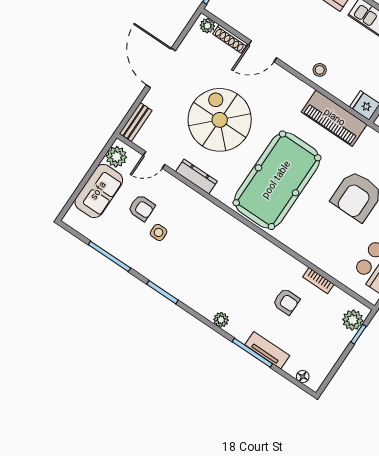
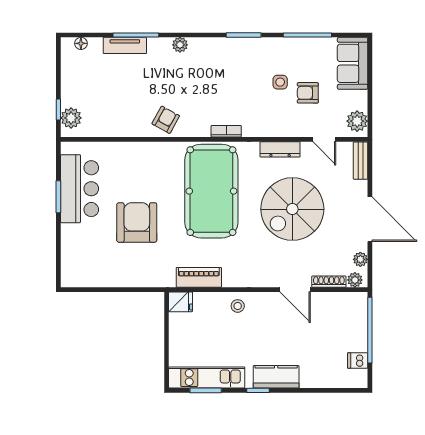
plant: (191, 40) -> (360, 259), added
door: (263, 51) -> (295, 290), swing flipped
piano: (334, 118) -> (199, 277), width x0.73, depth x0.75
spiral stairs: (220, 120) -> (292, 209), turned 90
door: (154, 160) -> (324, 139), swing flipped
sofa: (99, 191) -> (353, 63), moved
bookcase: (318, 281) -> (226, 131), moved
armchair: (286, 302) -> (166, 120), moved, turned 119

